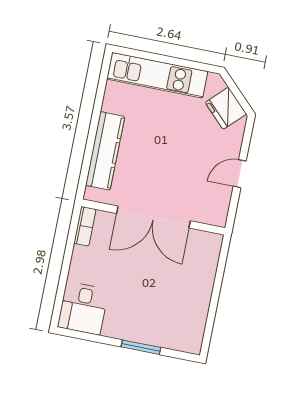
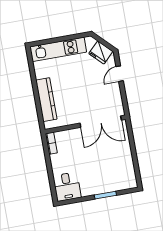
door: (240, 174) -> (120, 74), moved
double door: (153, 217) -> (101, 122), moved

